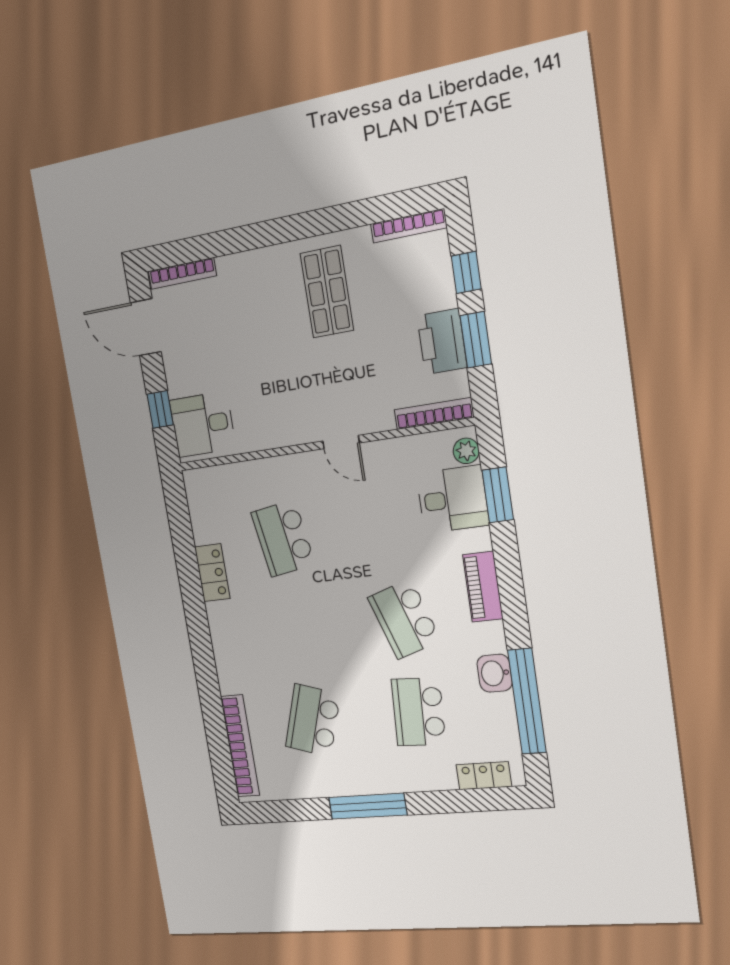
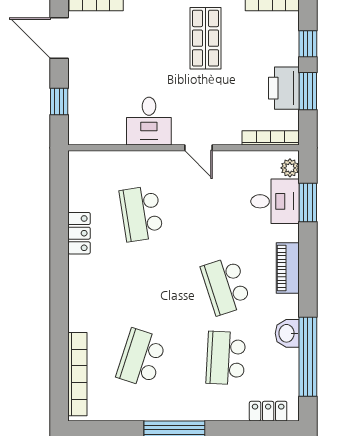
desk: (203, 424) -> (149, 121), moved, turned -90

